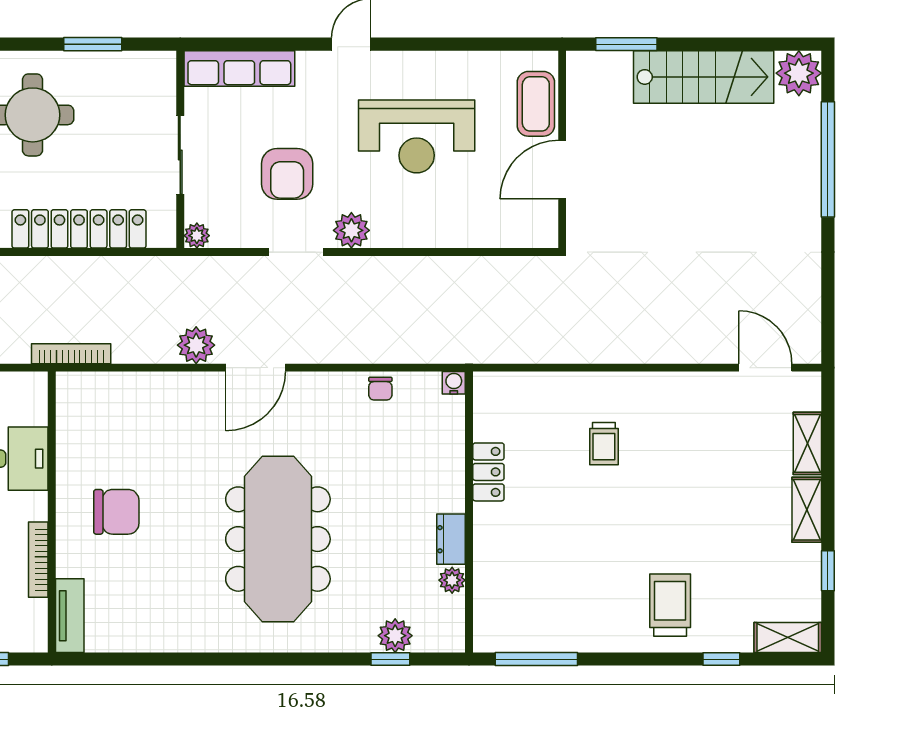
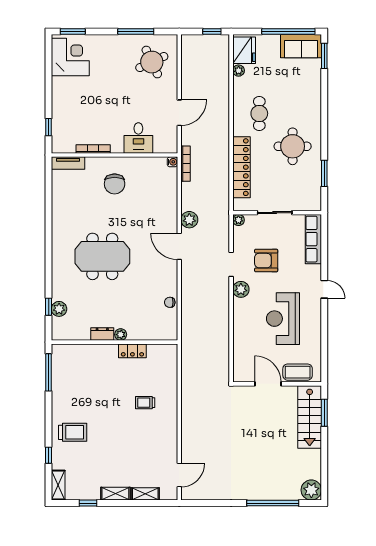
stairs: (704, 77) -> (310, 417), moved
water cooler: (454, 383) -> (172, 162), moved
meeting table: (278, 539) -> (102, 256), width x0.73
plant: (452, 580) -> (121, 335), moved

